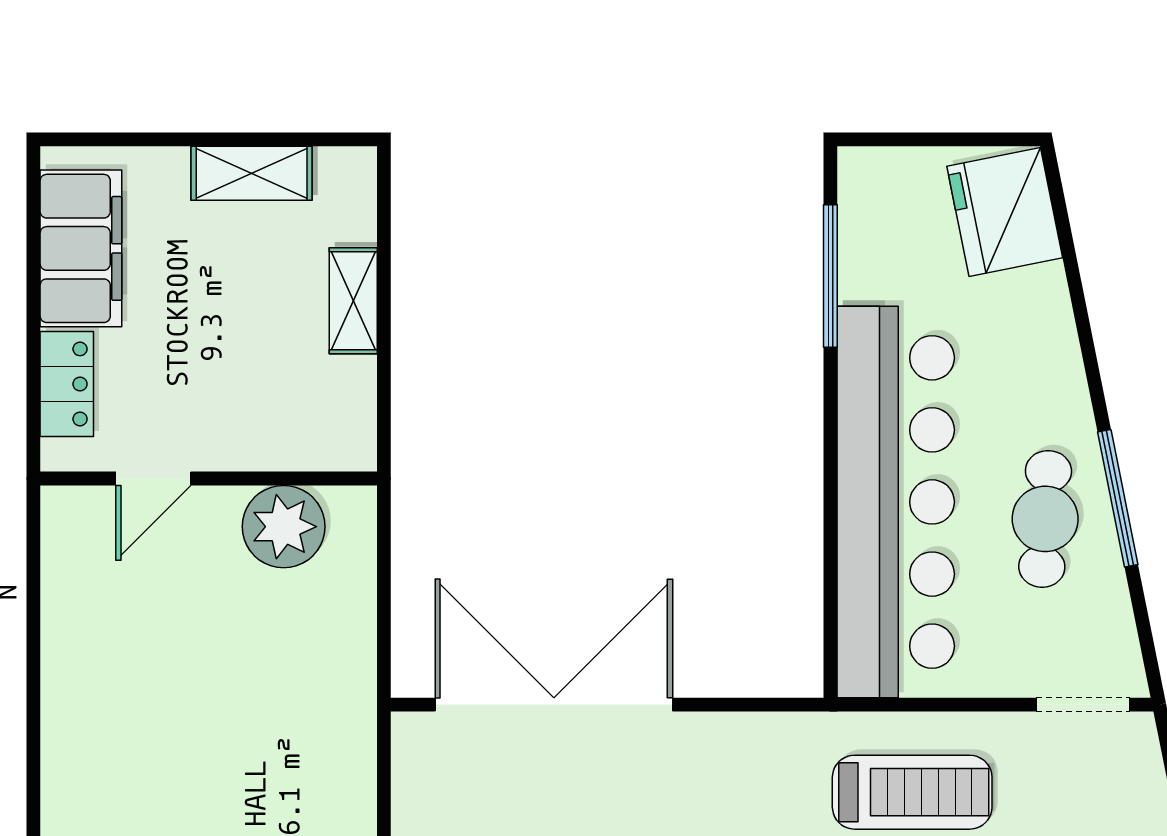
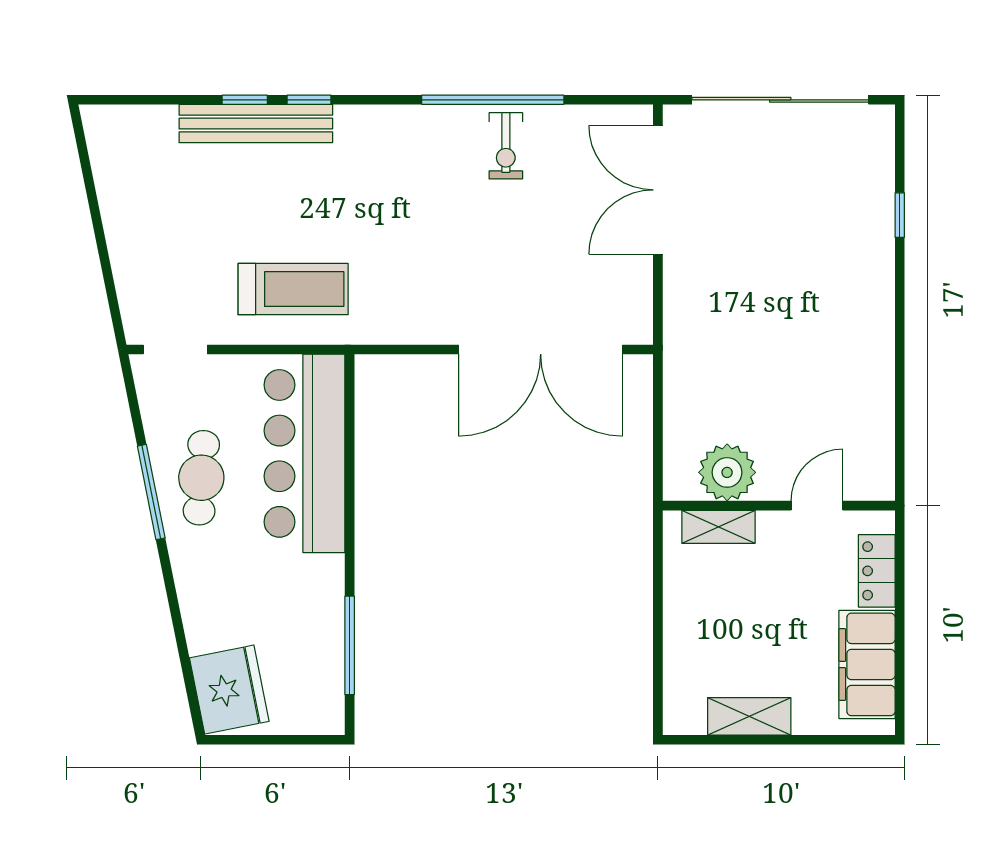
shelving: (353, 301) -> (718, 527), moved, turned 90
bar counter: (896, 502) -> (304, 453), width x0.73
treadmill: (912, 792) -> (293, 289), turned 180

